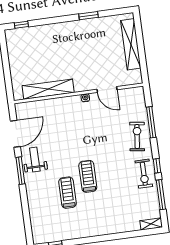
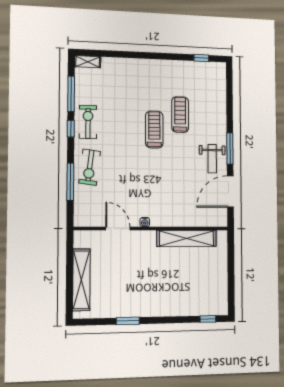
treadmill: (88, 176) -> (154, 130), turned 180
treadmill: (67, 193) -> (180, 115), turned 180

